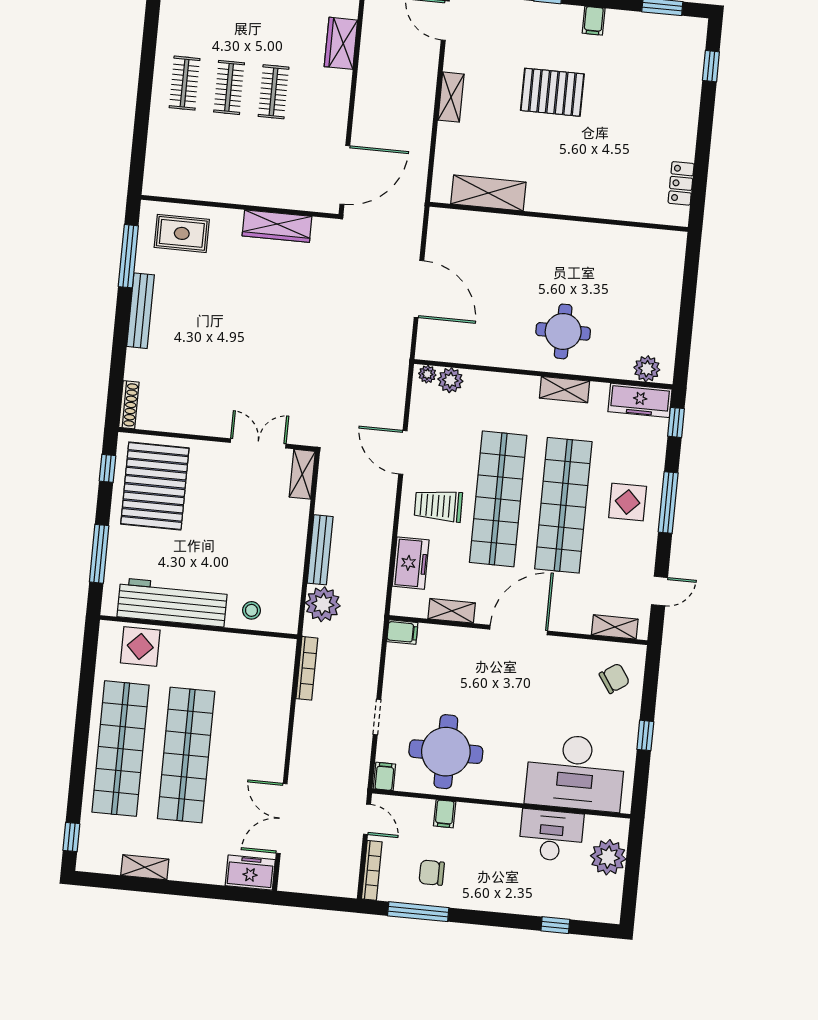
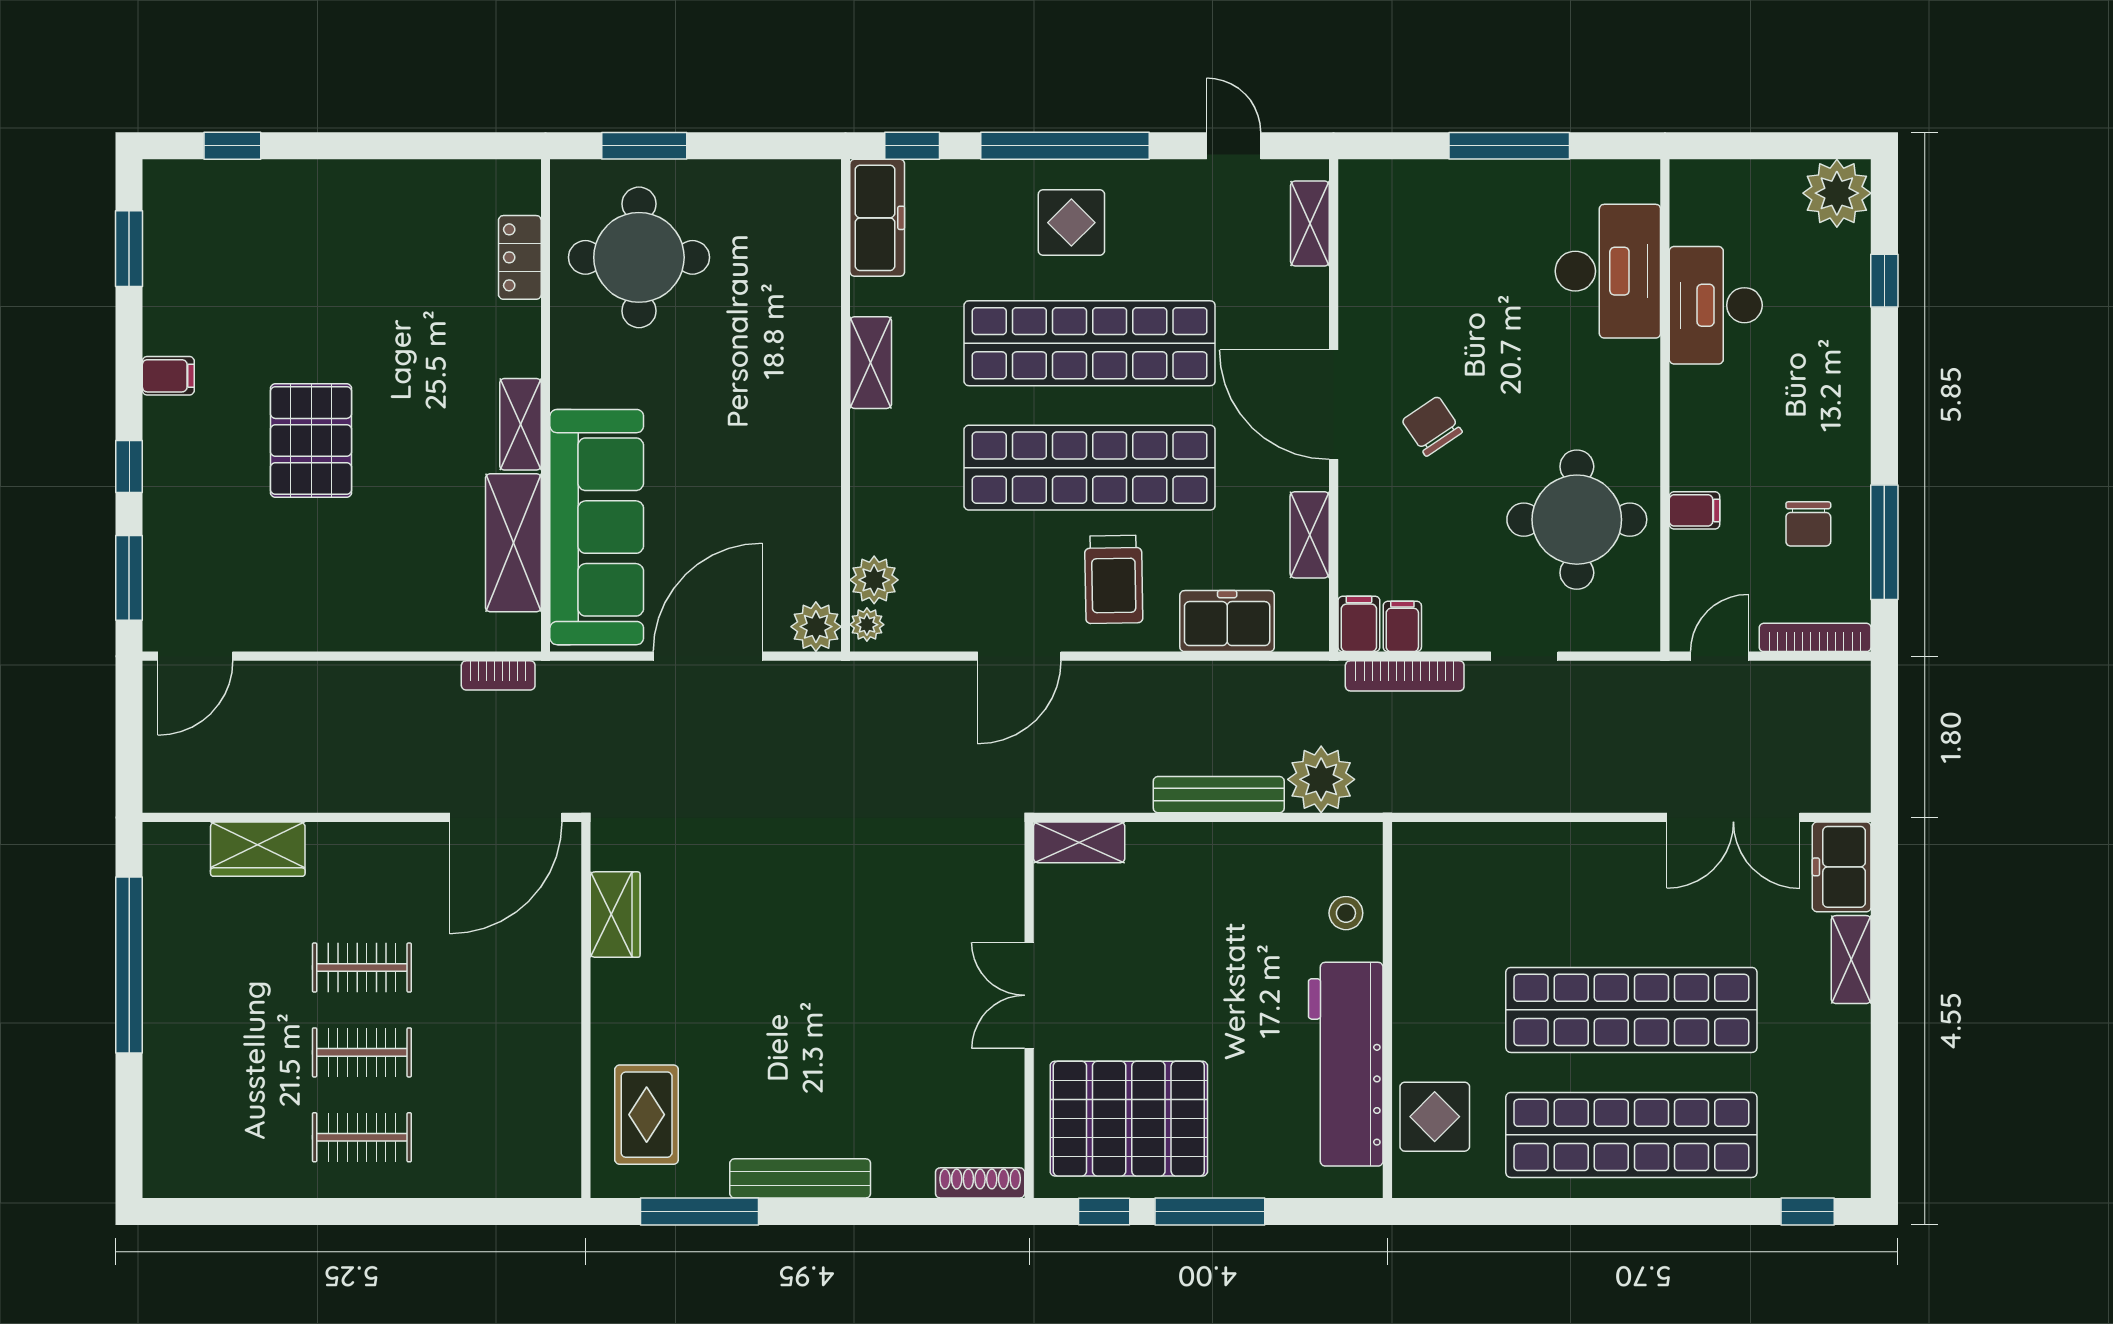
shelving: (451, 97) -> (520, 424), moved, turned 90
door: (345, 175) -> (506, 817), swing flipped
bookcase: (420, 178) -> (498, 675), added
locker: (681, 183) -> (520, 257), moved, turned 90
wardrobe: (277, 226) -> (615, 915), width x0.67
sofa: (492, 238) -> (597, 527), added
window: (690, 282) -> (644, 146), added
round table: (563, 331) -> (639, 257), moved, width x1.36, depth x1.36
plant: (647, 369) -> (816, 627), moved
double door: (258, 443) -> (1029, 995), moved
window: (668, 503) -> (1065, 146), width x1.46
window: (99, 554) -> (1210, 1211), moved
bookcase: (307, 668) -> (1405, 676), moved, turned 180
chair: (614, 678) -> (1432, 426), moved
window: (645, 735) -> (1509, 146), width x2.17
desk: (575, 772) -> (1608, 271), width x0.73, depth x0.77
filing cabinet: (384, 776) -> (1402, 626), moved, turned 90
plant: (608, 857) -> (1837, 193), moved
shelving: (145, 867) -> (1851, 960), moved

